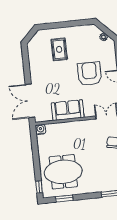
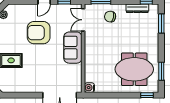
sofa: (68, 110) -> (73, 48), moved
meeting table: (63, 172) -> (134, 69), turned 90

